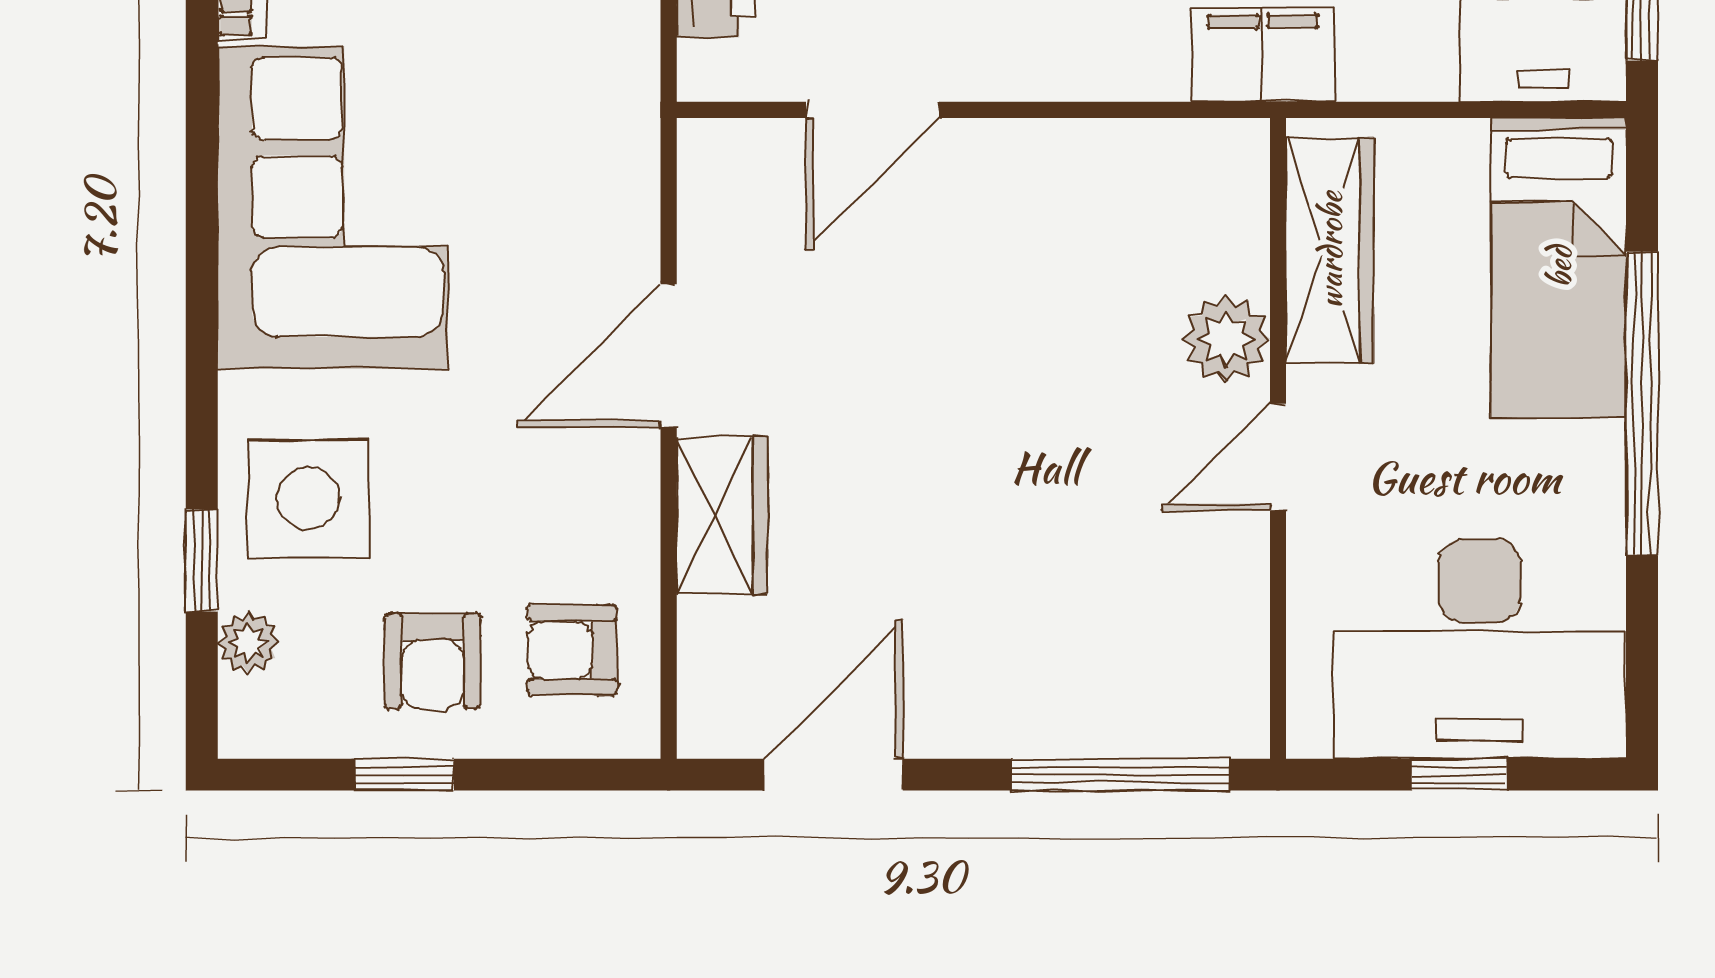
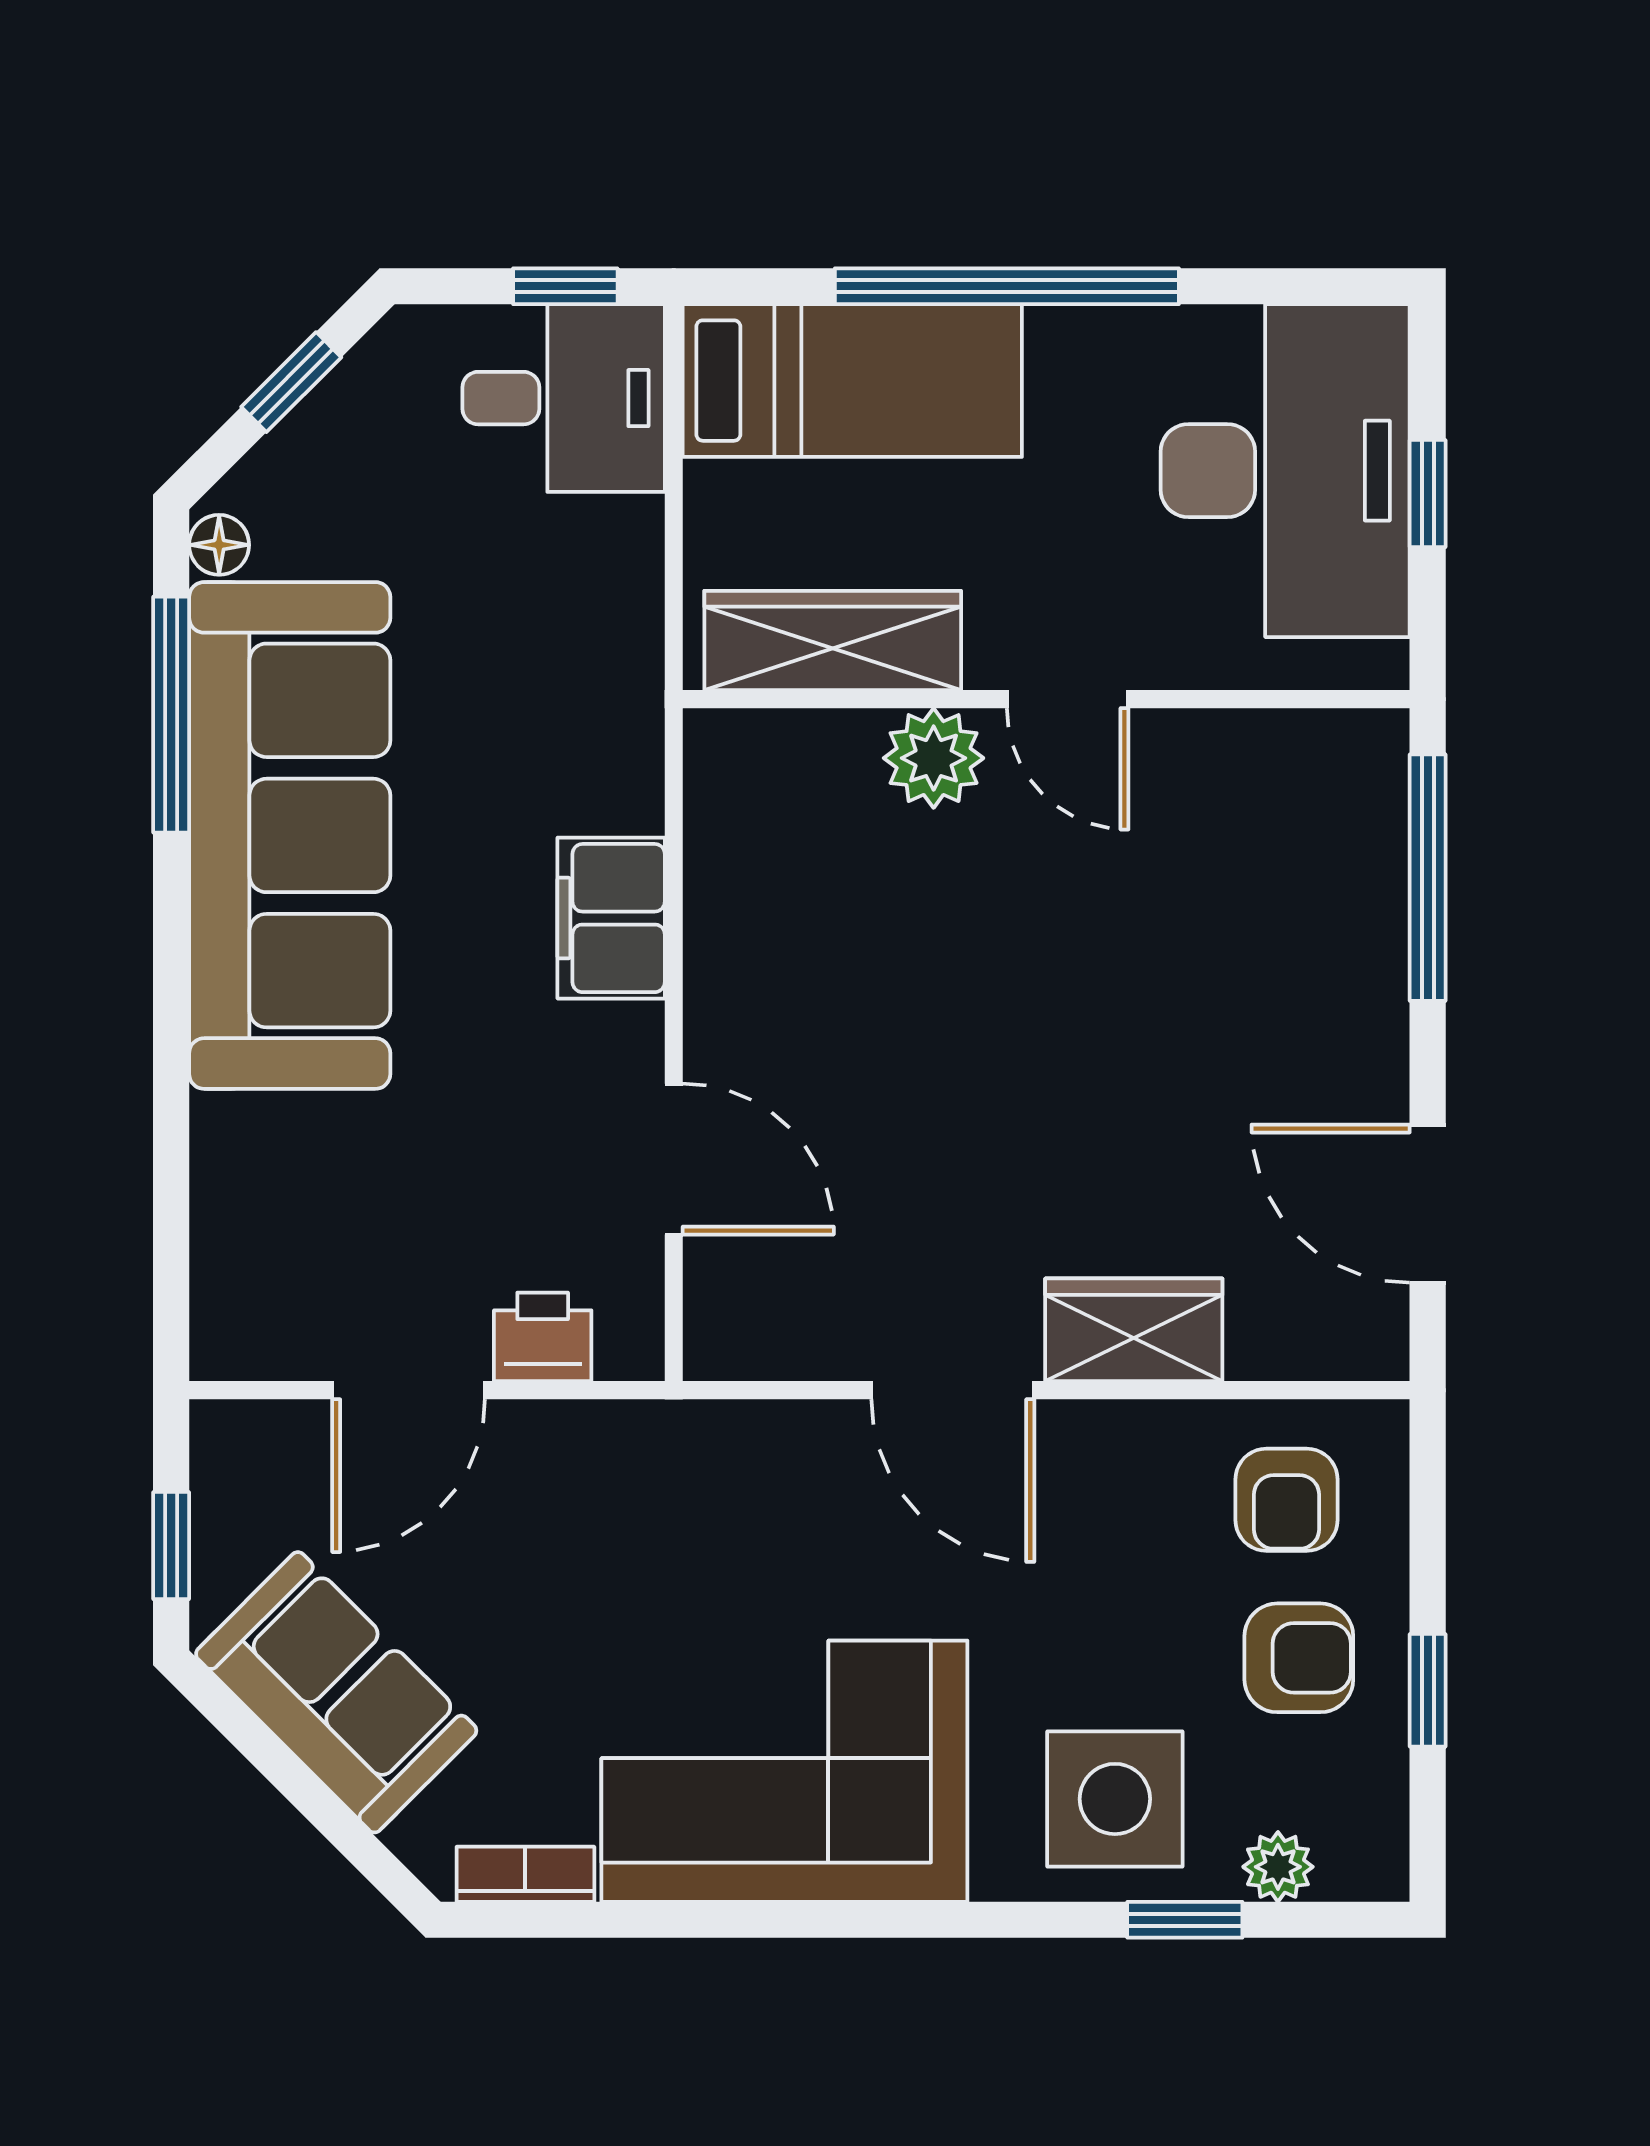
filing cabinet: (1263, 55) -> (611, 918), moved

